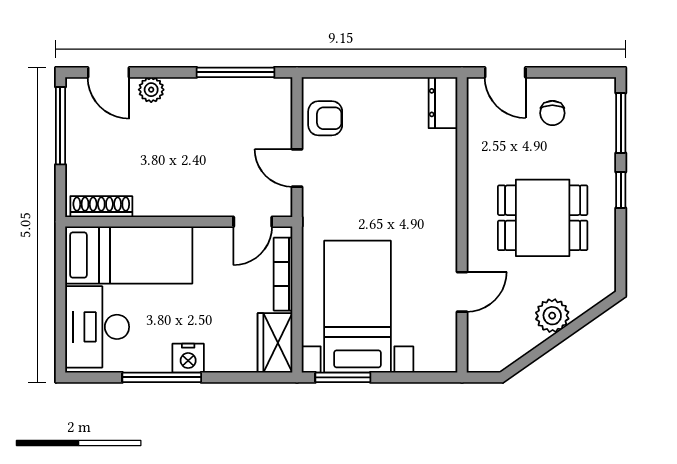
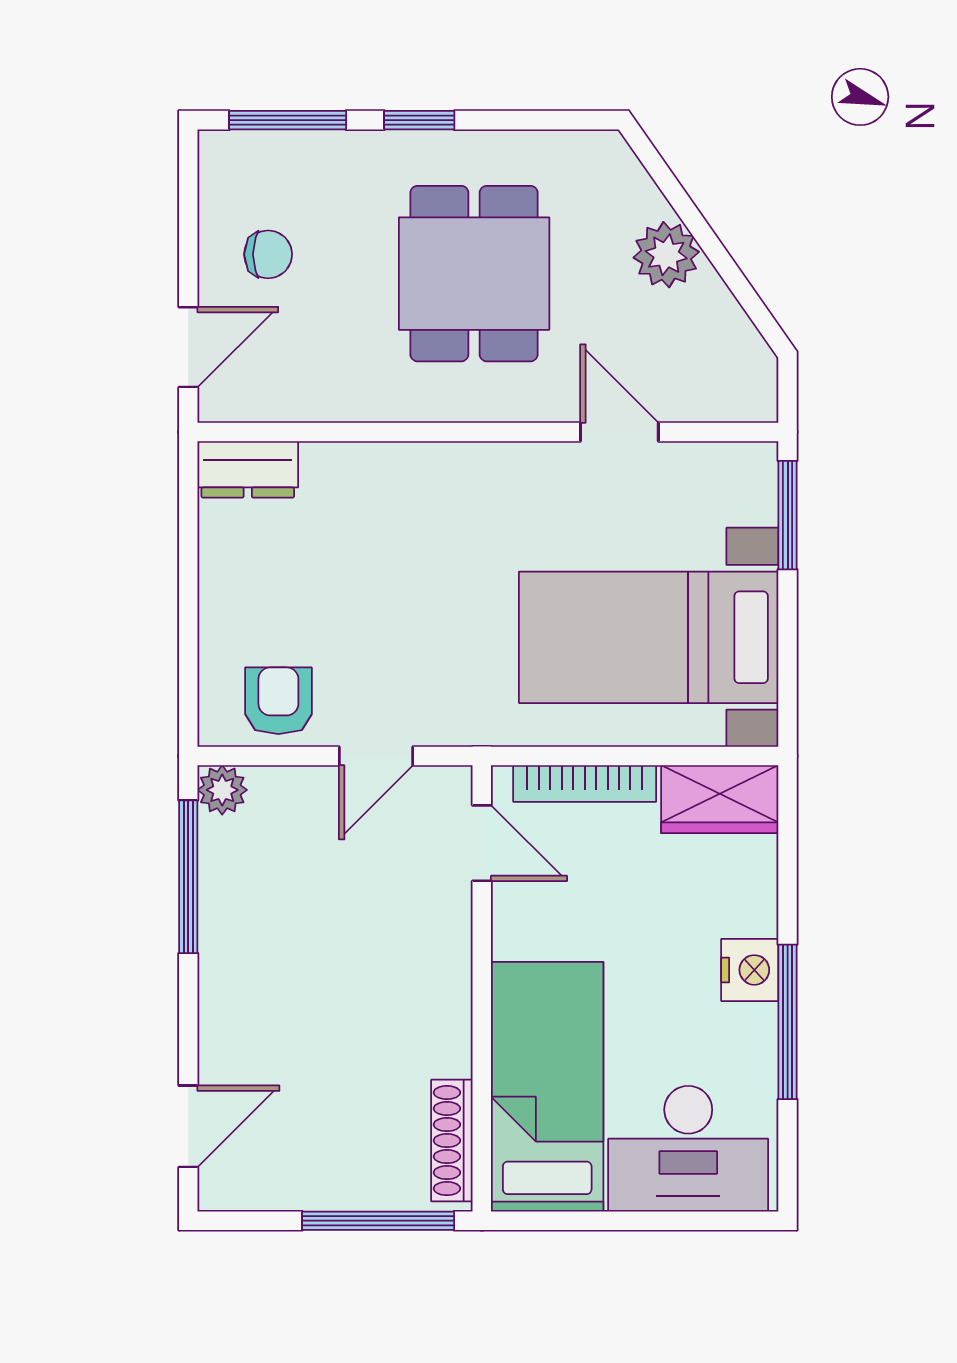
plant: (151, 90) -> (222, 790), moved
window: (60, 126) -> (378, 1221), moved
window: (343, 377) -> (788, 515), moved

